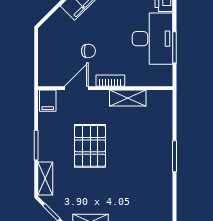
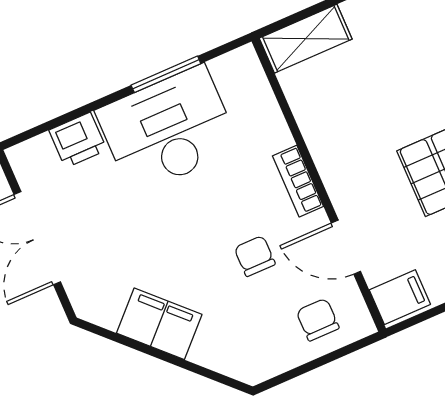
chair: (53, 65) -> (318, 320), added
shelving: (128, 98) -> (306, 39), moved, turned 90

